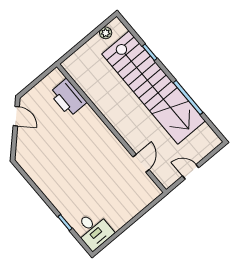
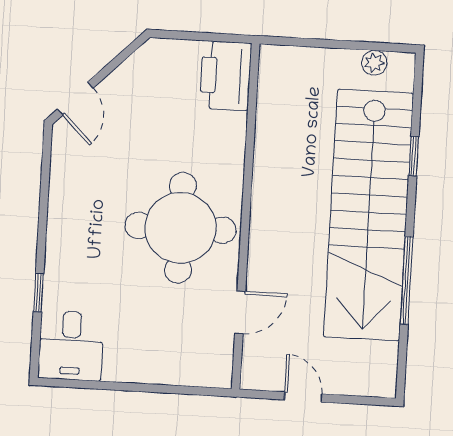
printer: (68, 98) -> (226, 76), moved
door: (16, 116) -> (75, 99), moved
round table: (93, 154) -> (180, 228), added

